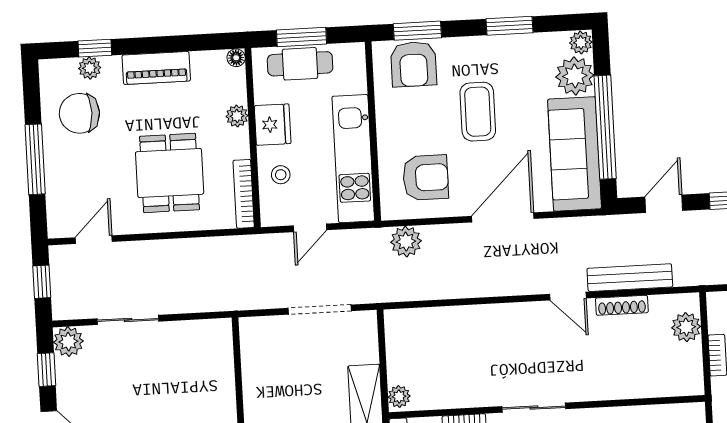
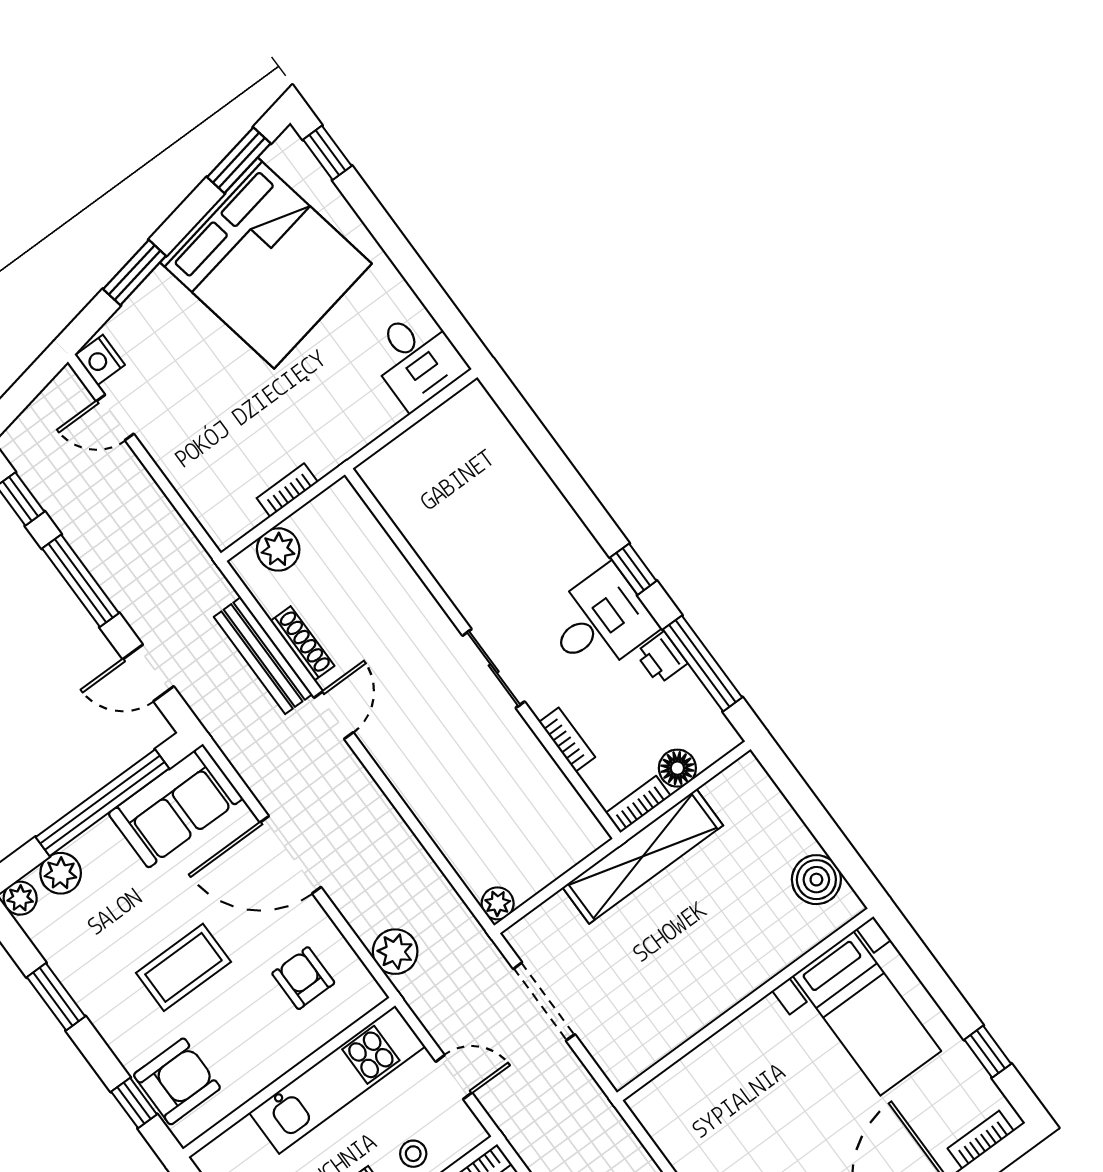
window: (417, 31) -> (134, 1103), width x0.67
plant: (575, 76) -> (61, 873), width x0.73, depth x0.73
sofa: (575, 154) -> (176, 806), width x0.73
armchair: (426, 178) -> (303, 978), width x0.72, depth x0.72
plant: (399, 397) -> (498, 903), moved

